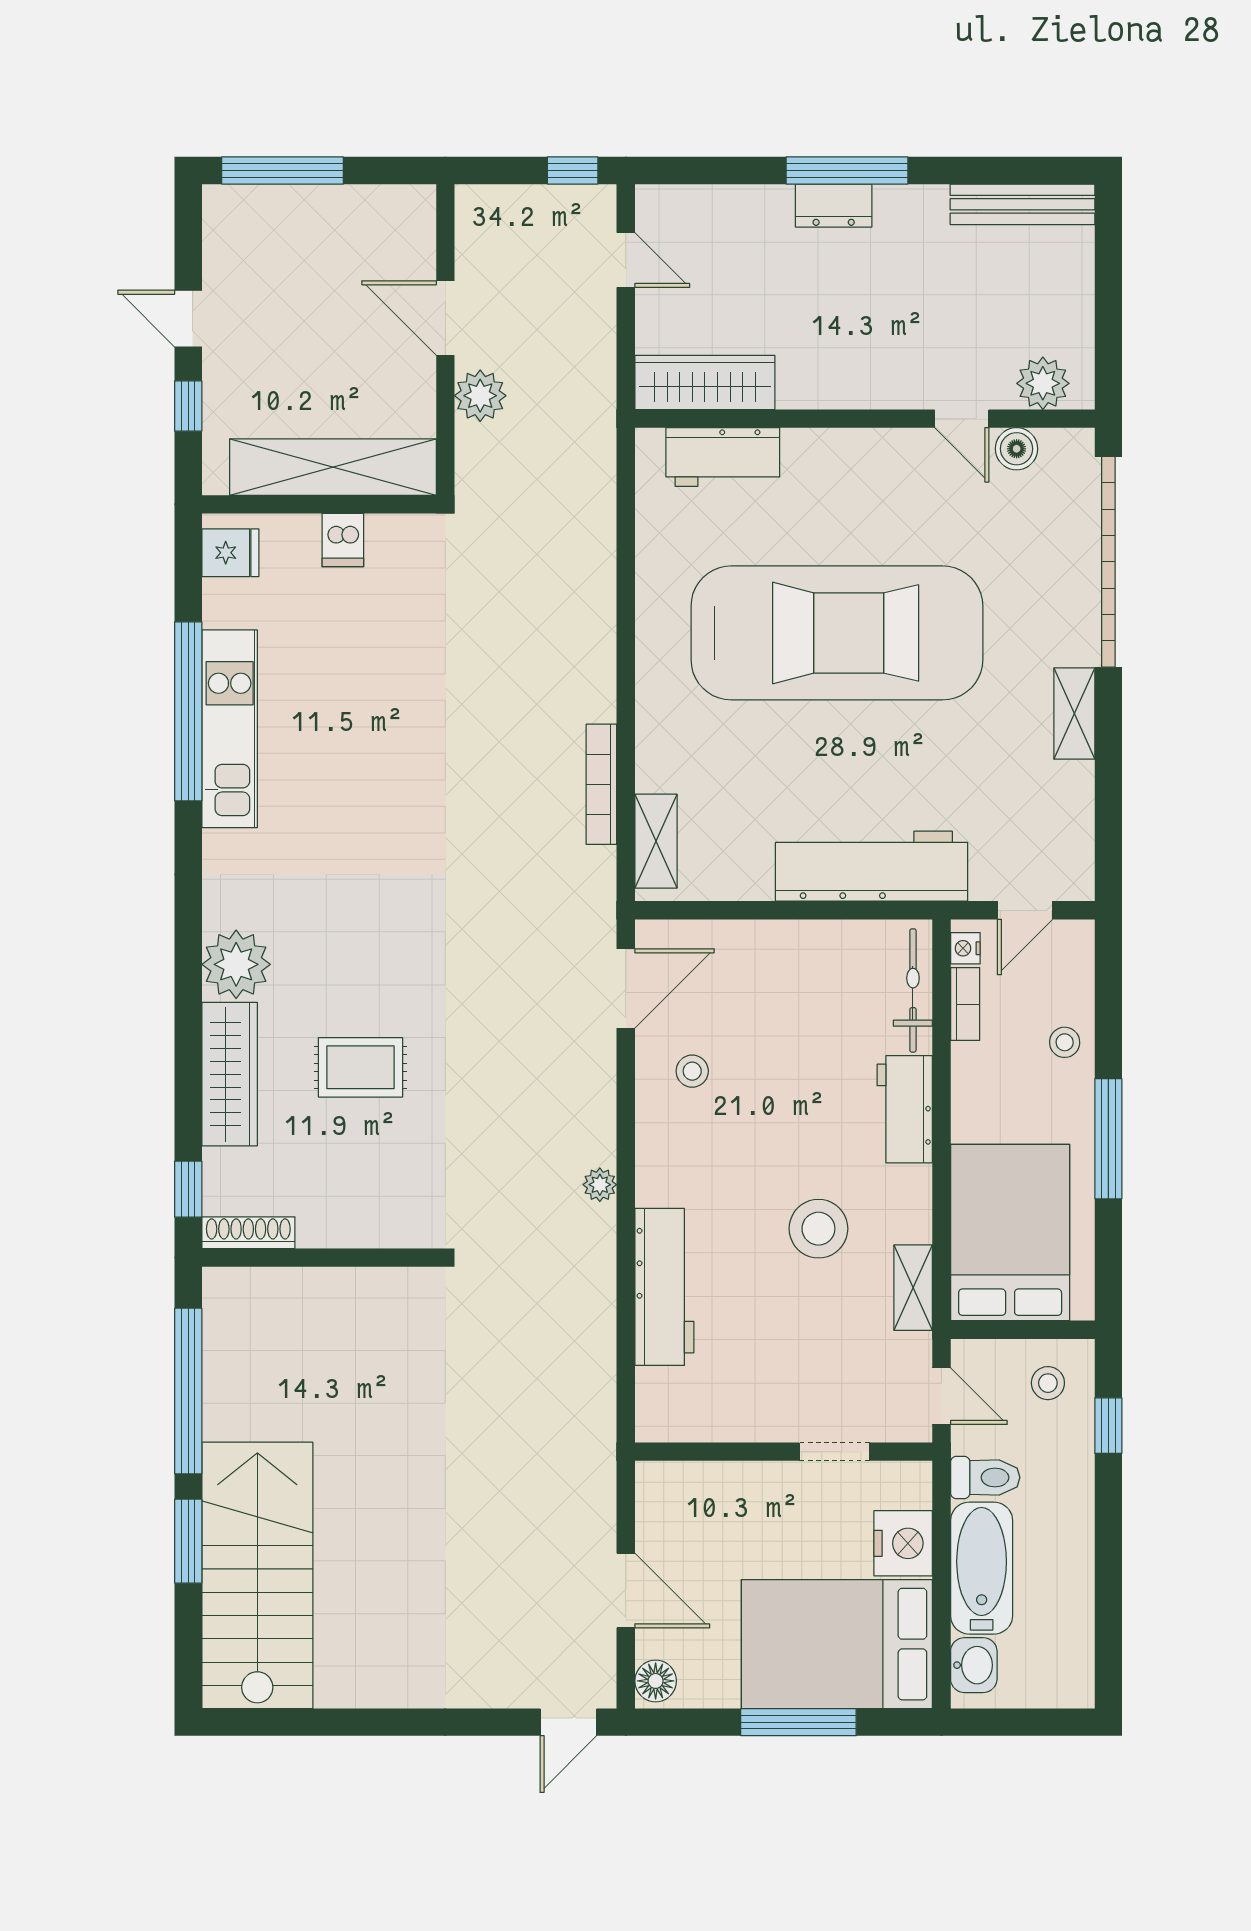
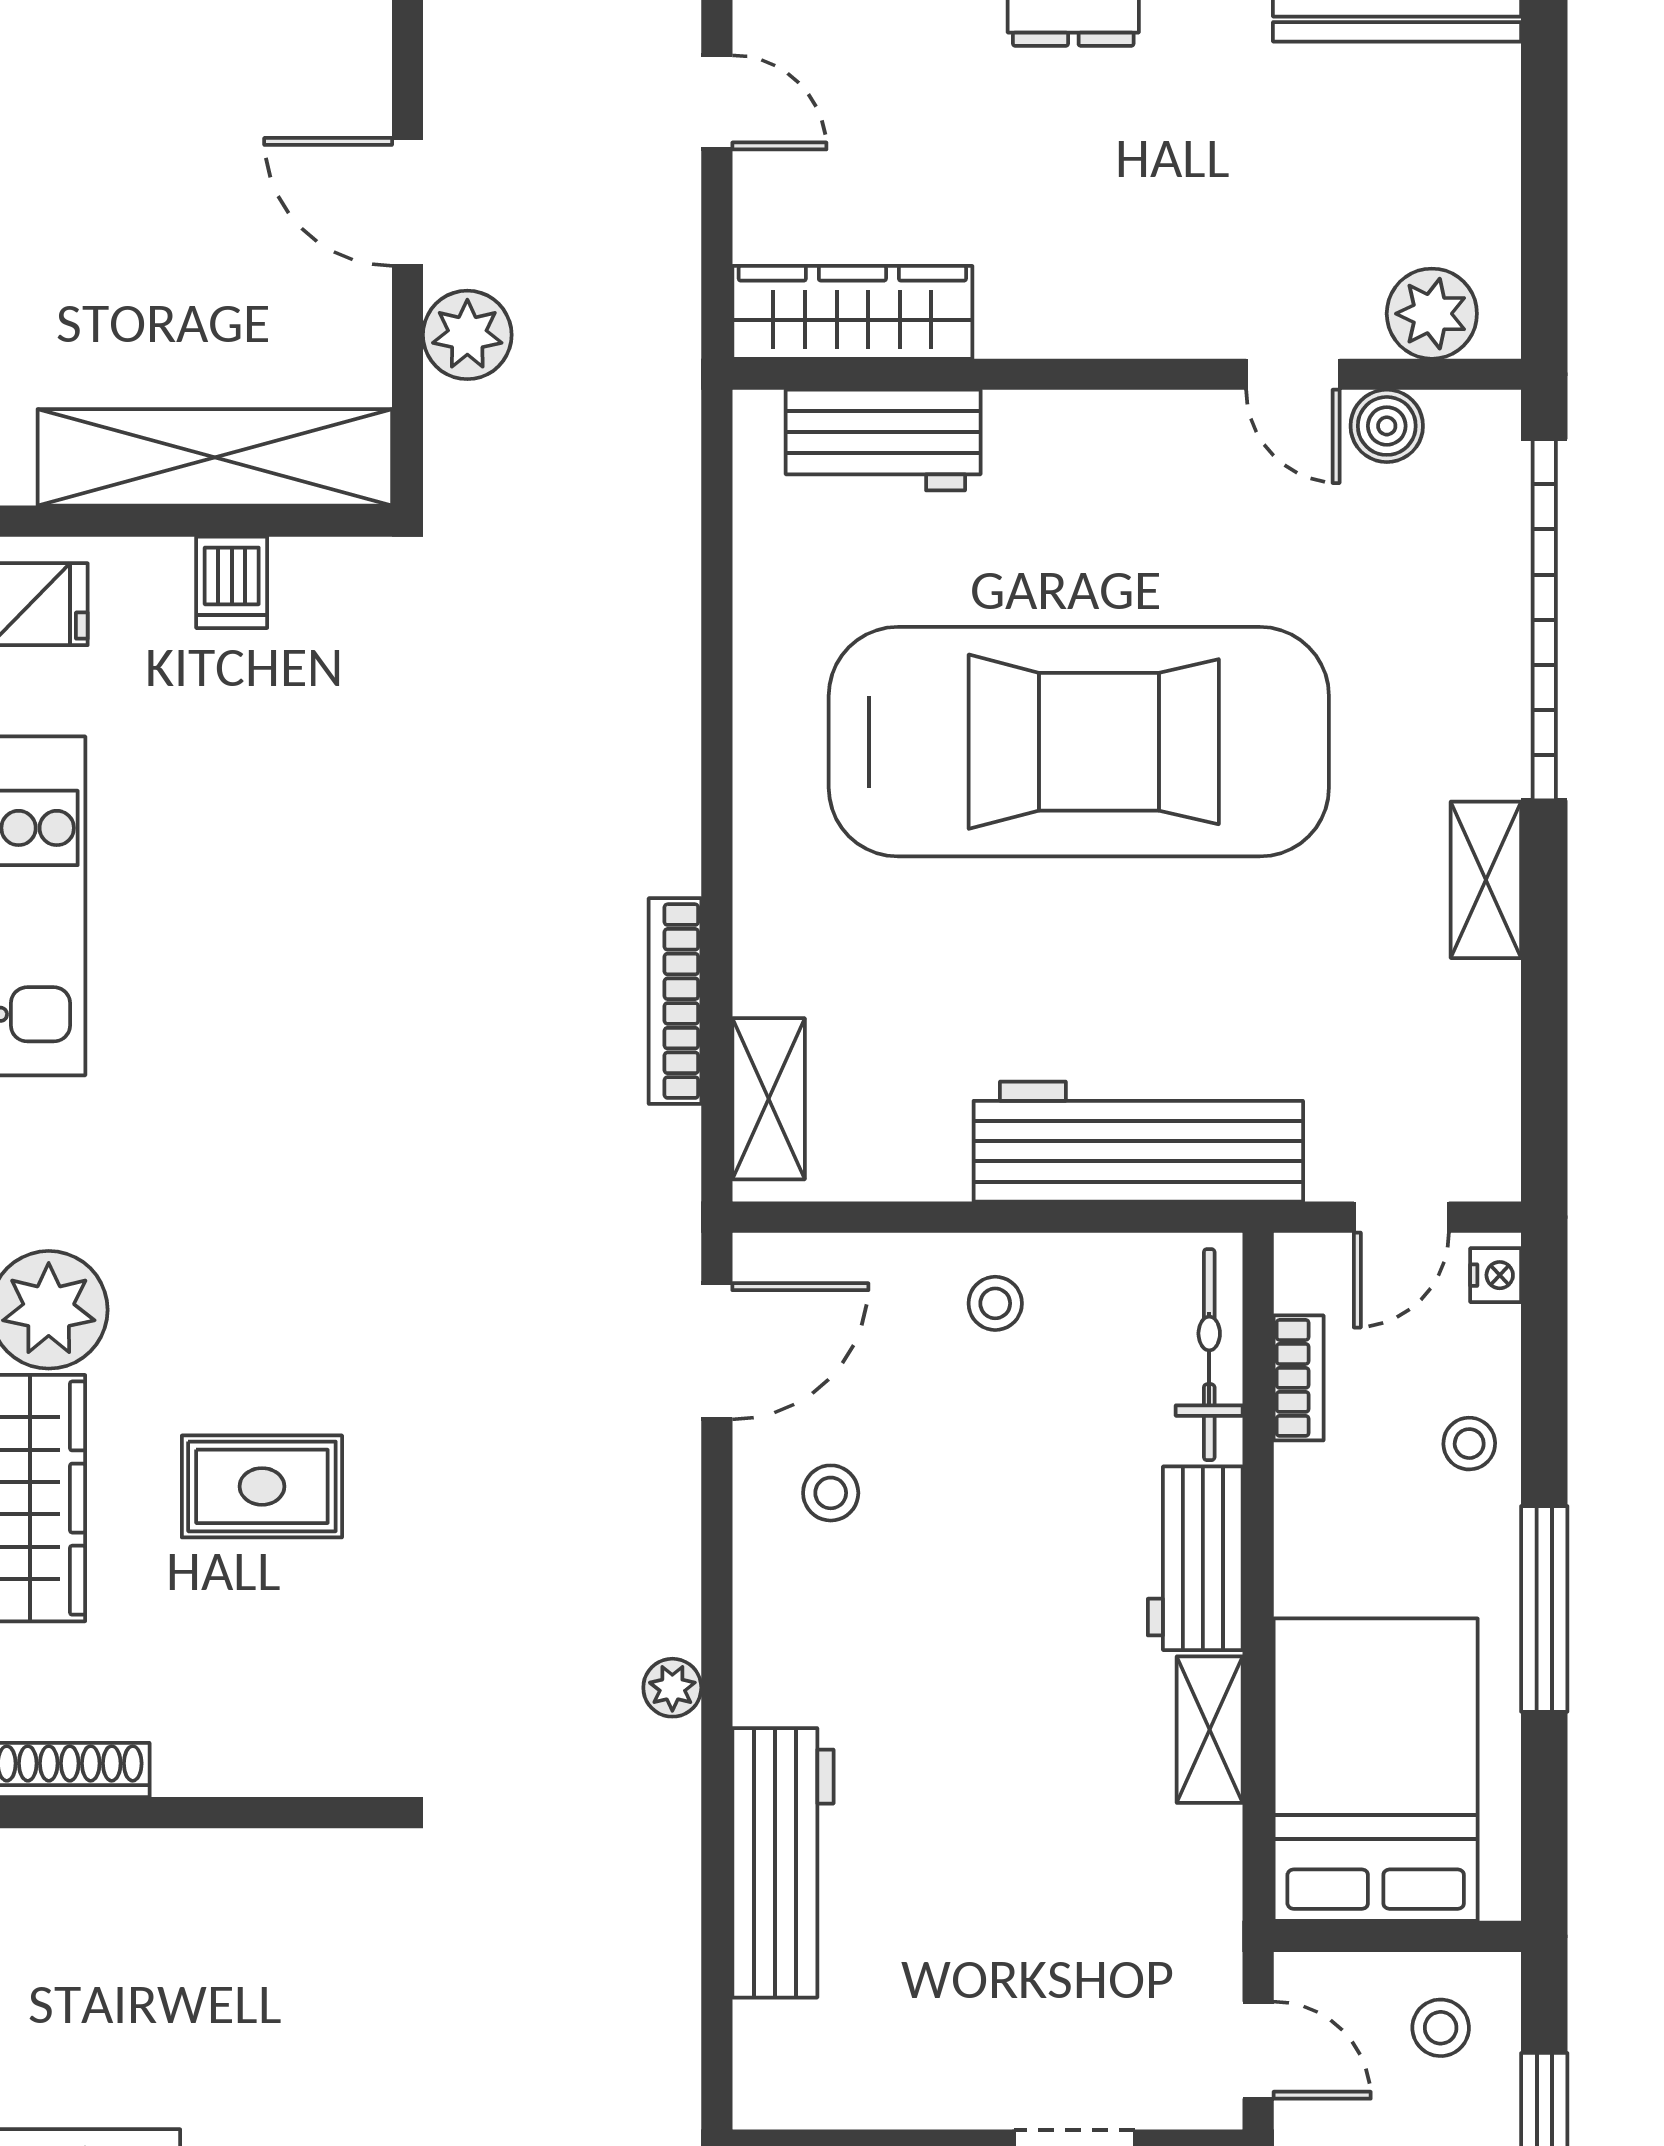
nightstand: (965, 948) -> (1496, 1275), moved, turned 180
stool: (818, 1229) -> (995, 1303), moved, width x0.53, depth x0.53
shelving: (913, 1288) -> (1210, 1730), moved

